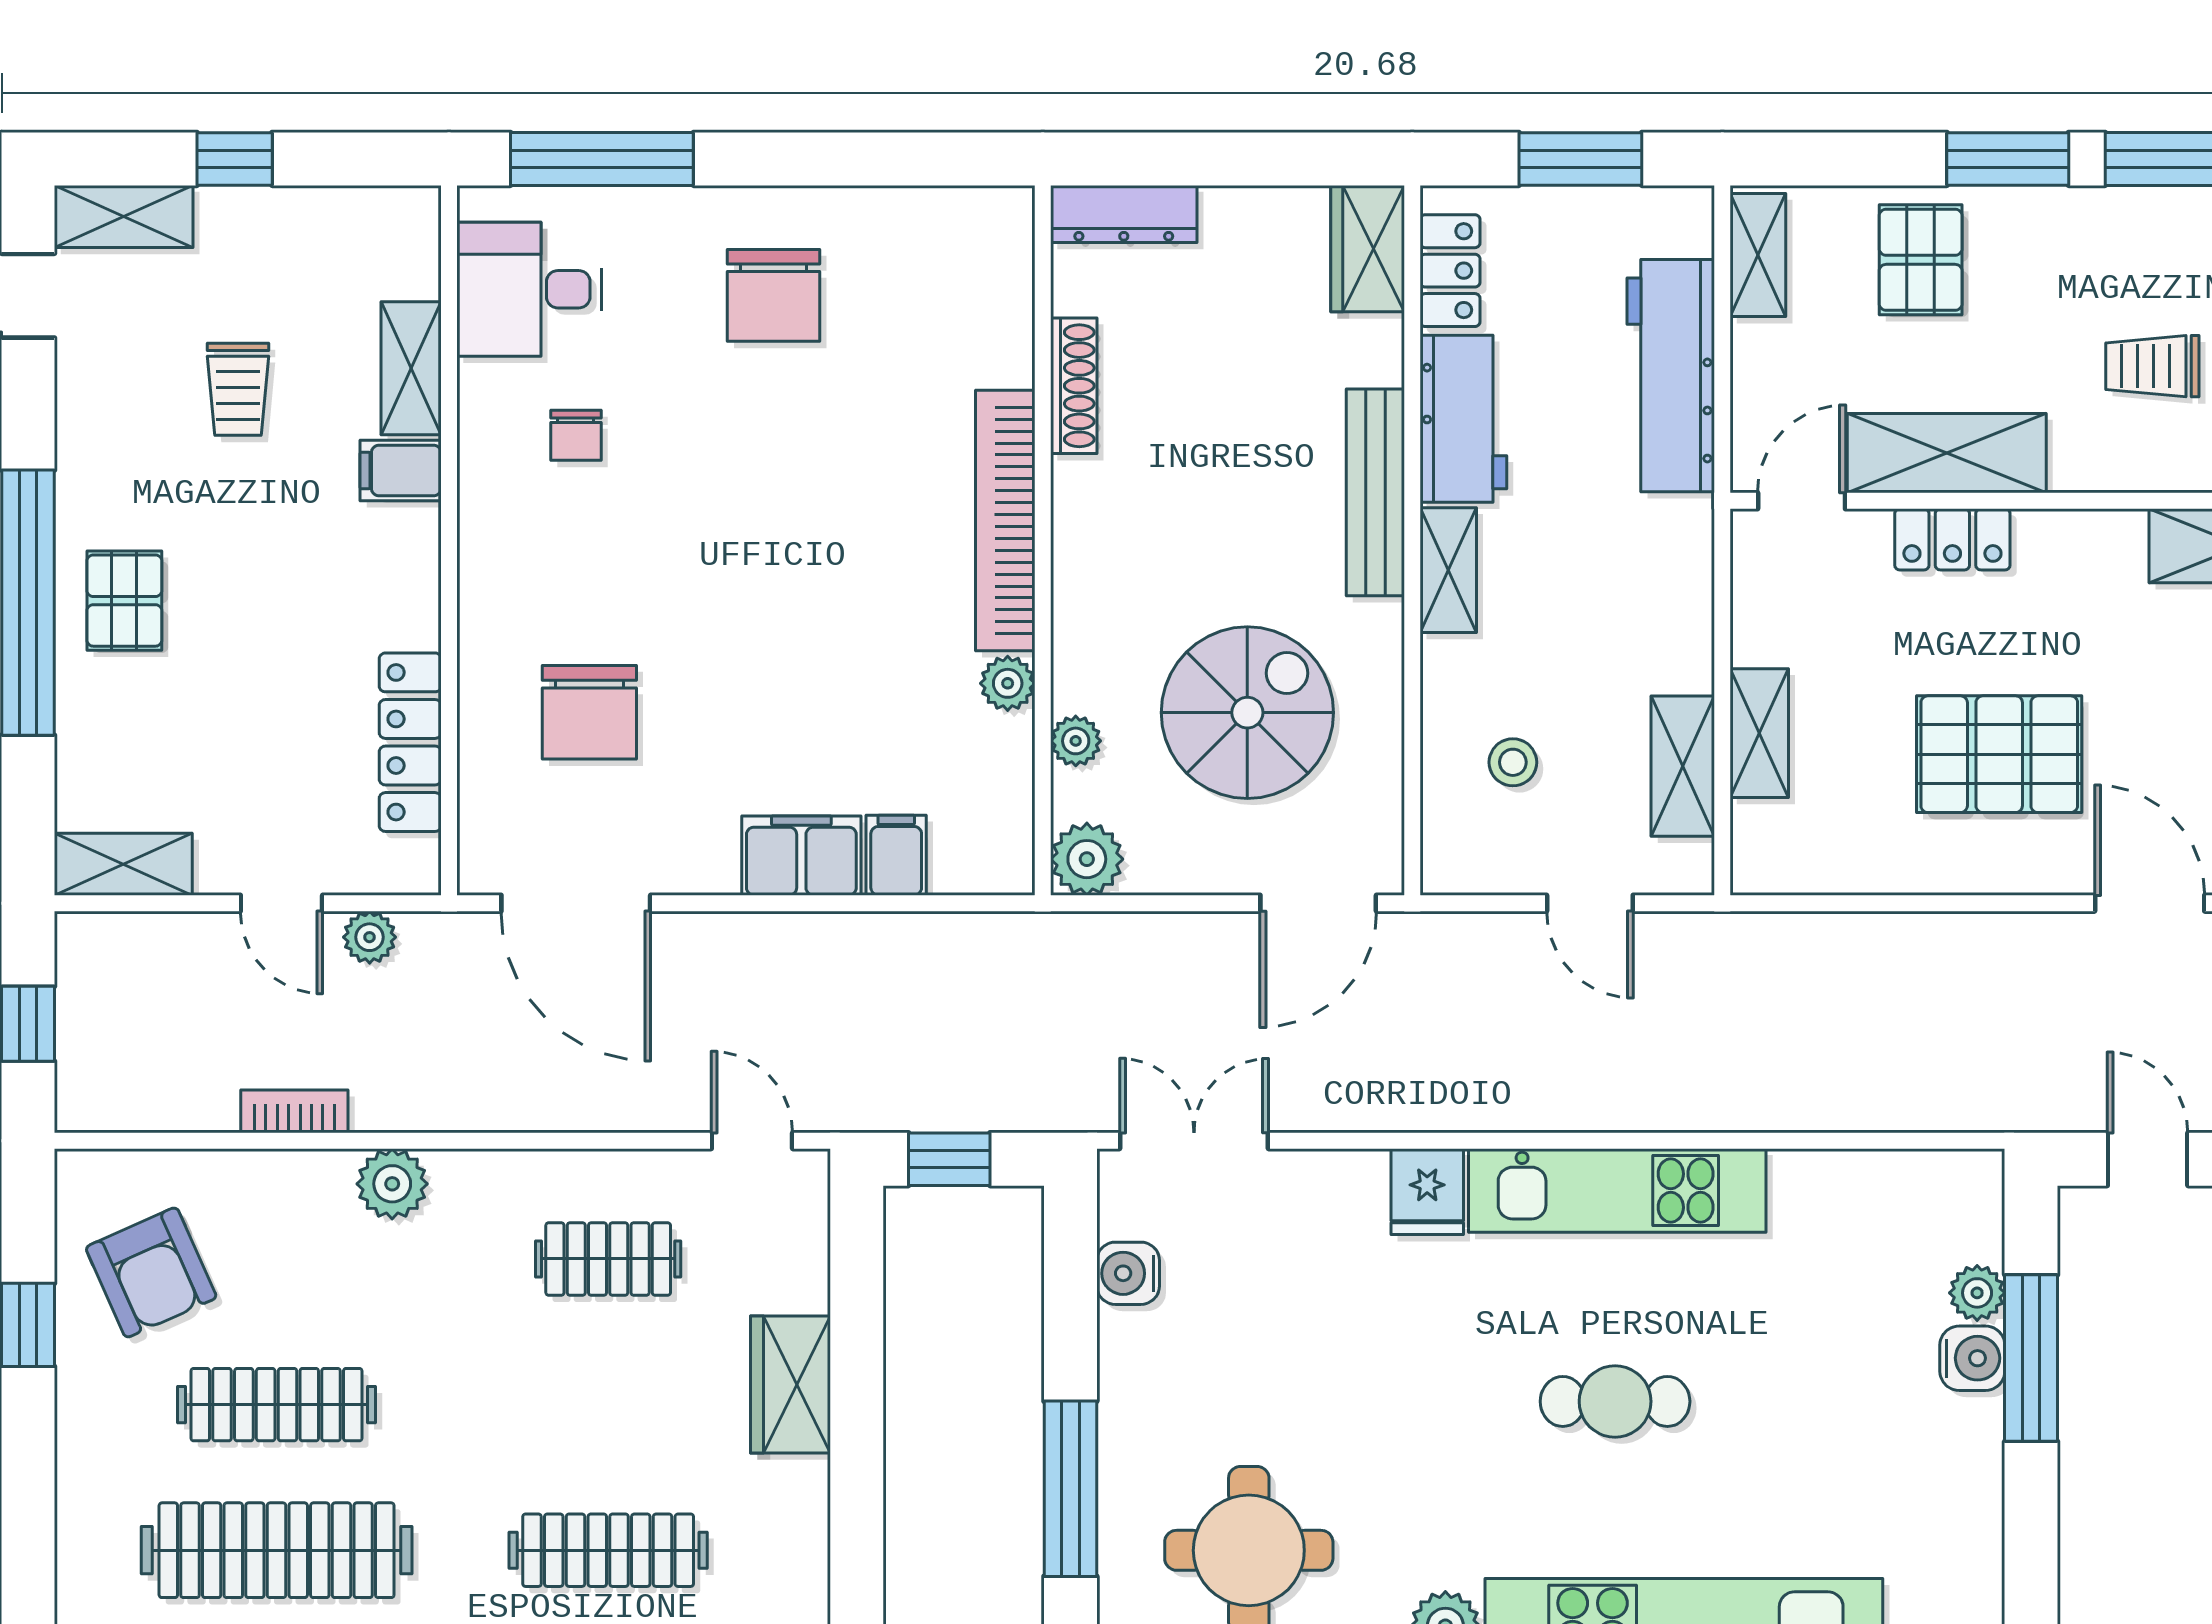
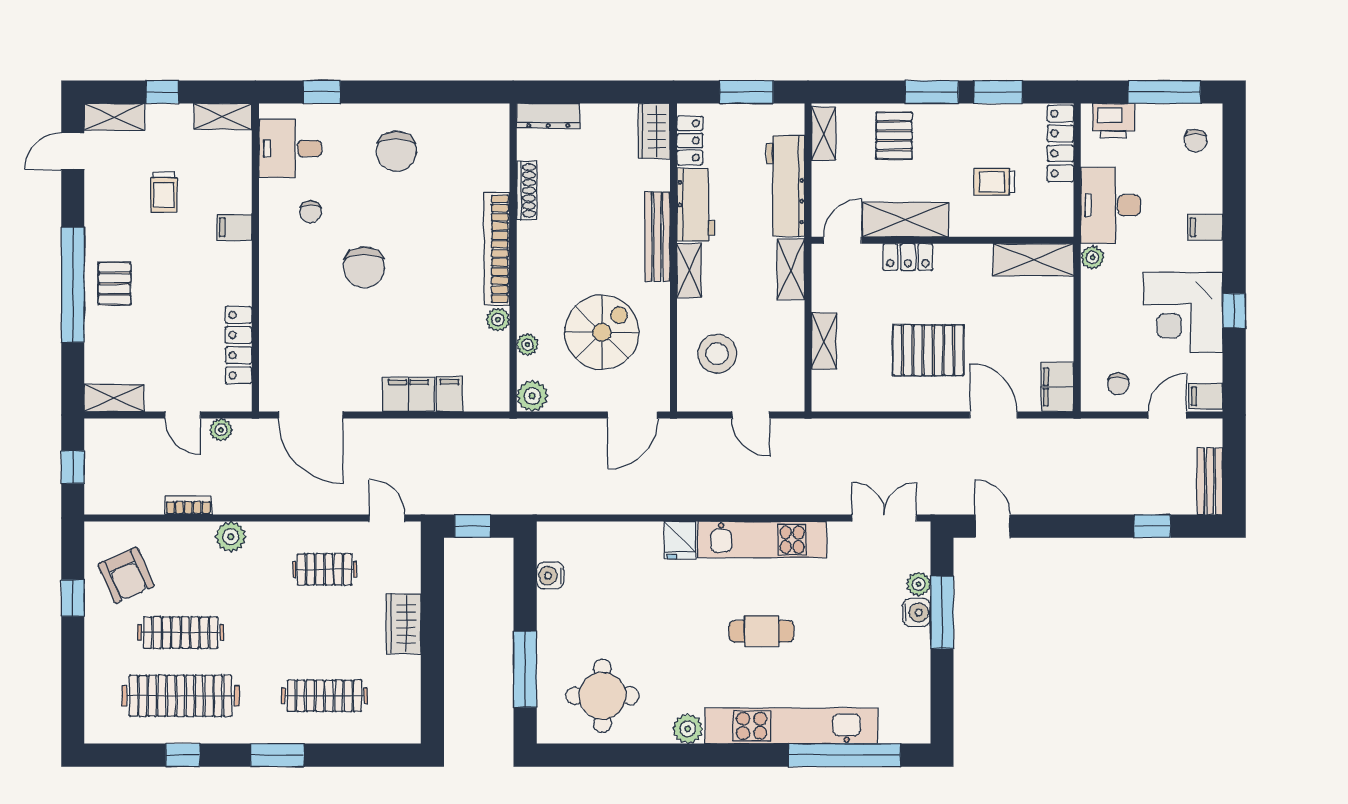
window: (602, 159) -> (322, 92), width x0.46
shelving: (411, 368) -> (223, 116), moved, turned 90
chair: (589, 712) -> (364, 267), moved
stool: (1513, 762) -> (717, 354), width x1.89, depth x1.89
shelving: (1683, 766) -> (791, 269), moved
double door: (1194, 1141) -> (884, 518), moved

